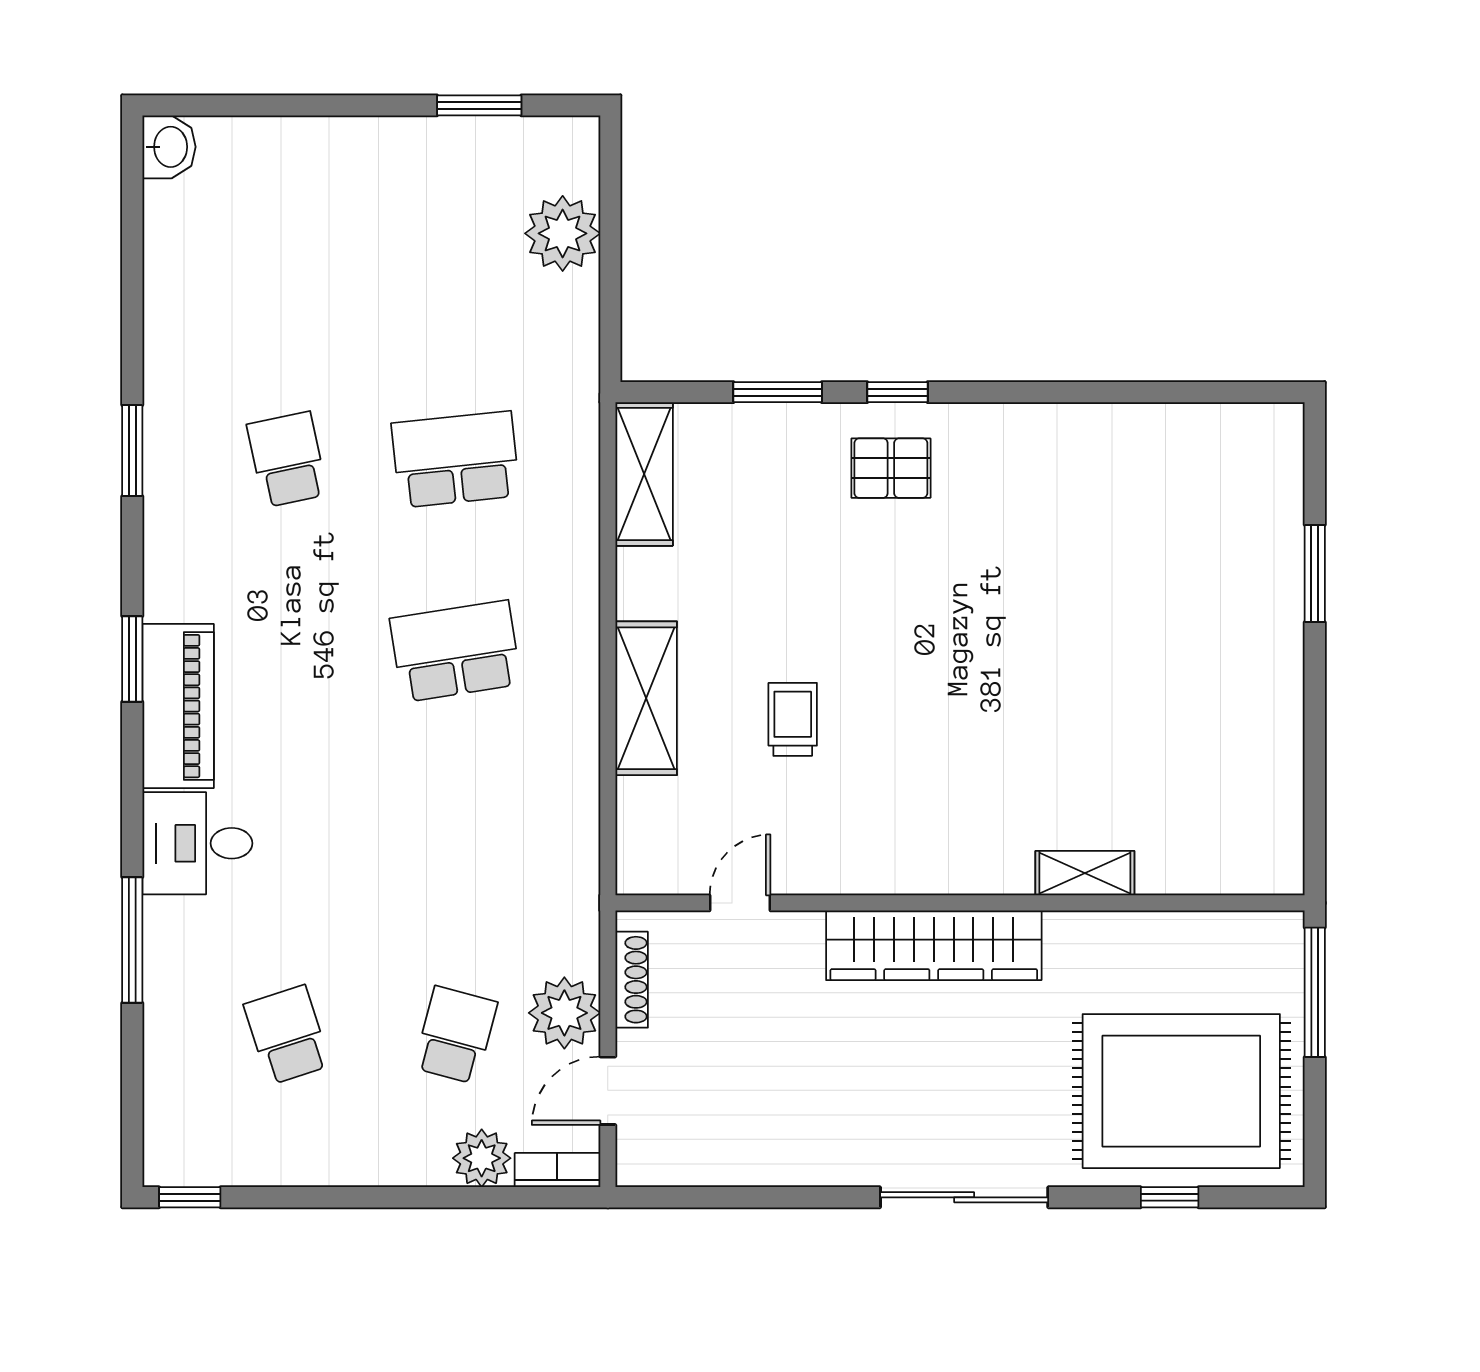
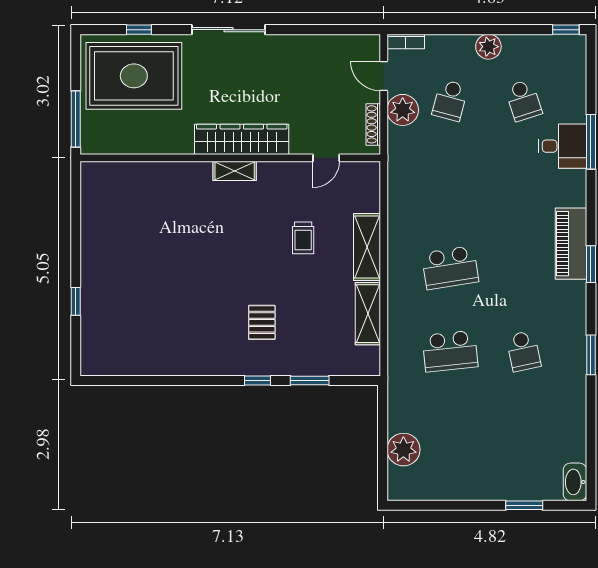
window: (479, 105) -> (524, 505), moved
washbasin: (169, 147) -> (575, 482), width x1.38
pallet: (891, 468) -> (262, 322), moved, turned 90
shelving: (644, 474) -> (368, 314), moved
window: (1315, 574) -> (76, 301), width x0.67
desk: (197, 843) -> (563, 146), moved
shelving: (1085, 873) -> (235, 171), moved
door: (608, 1091) -> (384, 76), swing flipped
plant: (482, 1158) -> (488, 47), moved

